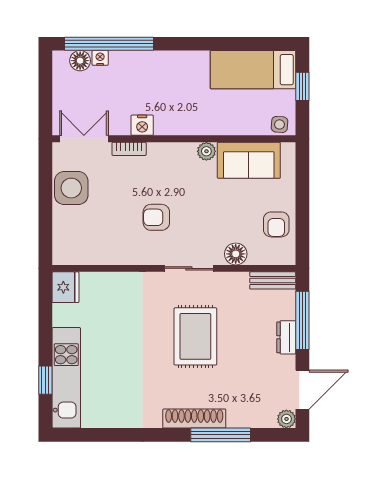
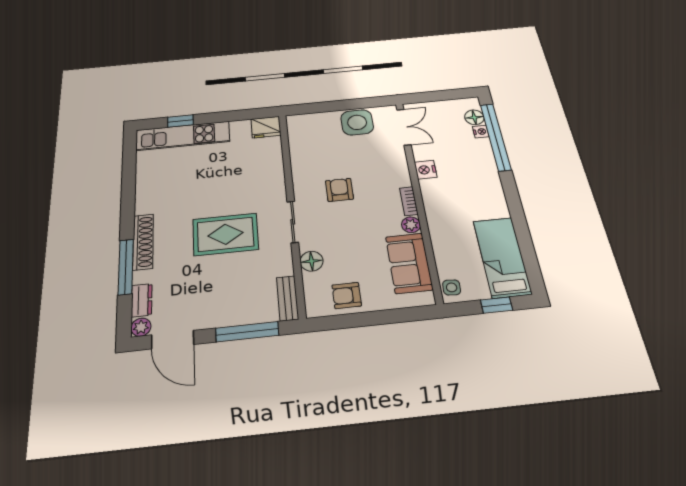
bookcase: (129, 149) -> (409, 201), moved
dresser: (286, 337) -> (142, 300), moved, turned 90

